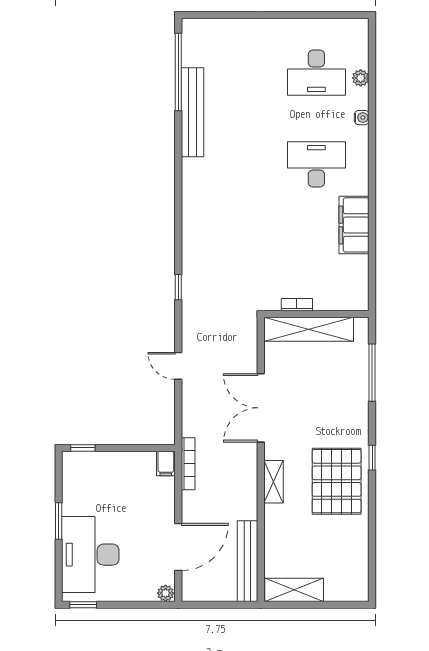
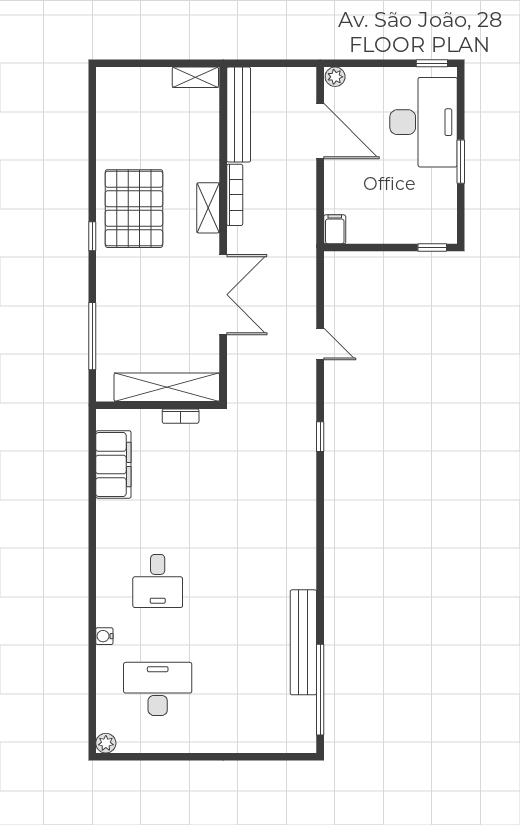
plant: (361, 78) -> (106, 743), moved
desk: (316, 164) -> (158, 581), width x0.73
filing cabinet: (354, 225) -> (113, 464), moved
bookcase: (188, 464) -> (235, 195), moved, turned 180
door: (178, 547) -> (320, 131), swing flipped
shelving: (294, 590) -> (195, 77), width x0.67, depth x0.75

